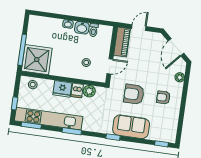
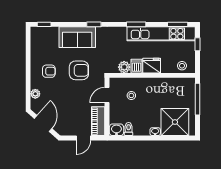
washbasin: (82, 28) -> (116, 130), moved
shower: (37, 60) -> (175, 122), moved

